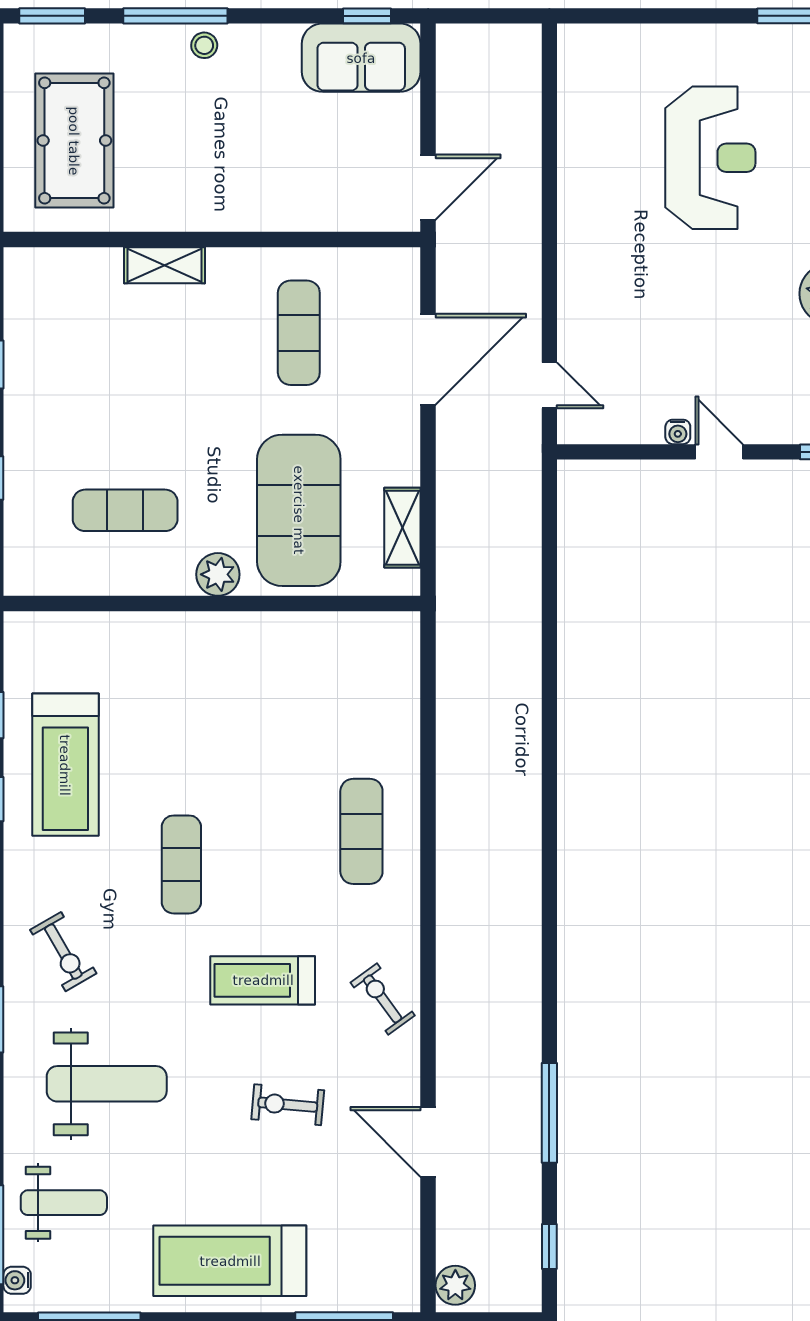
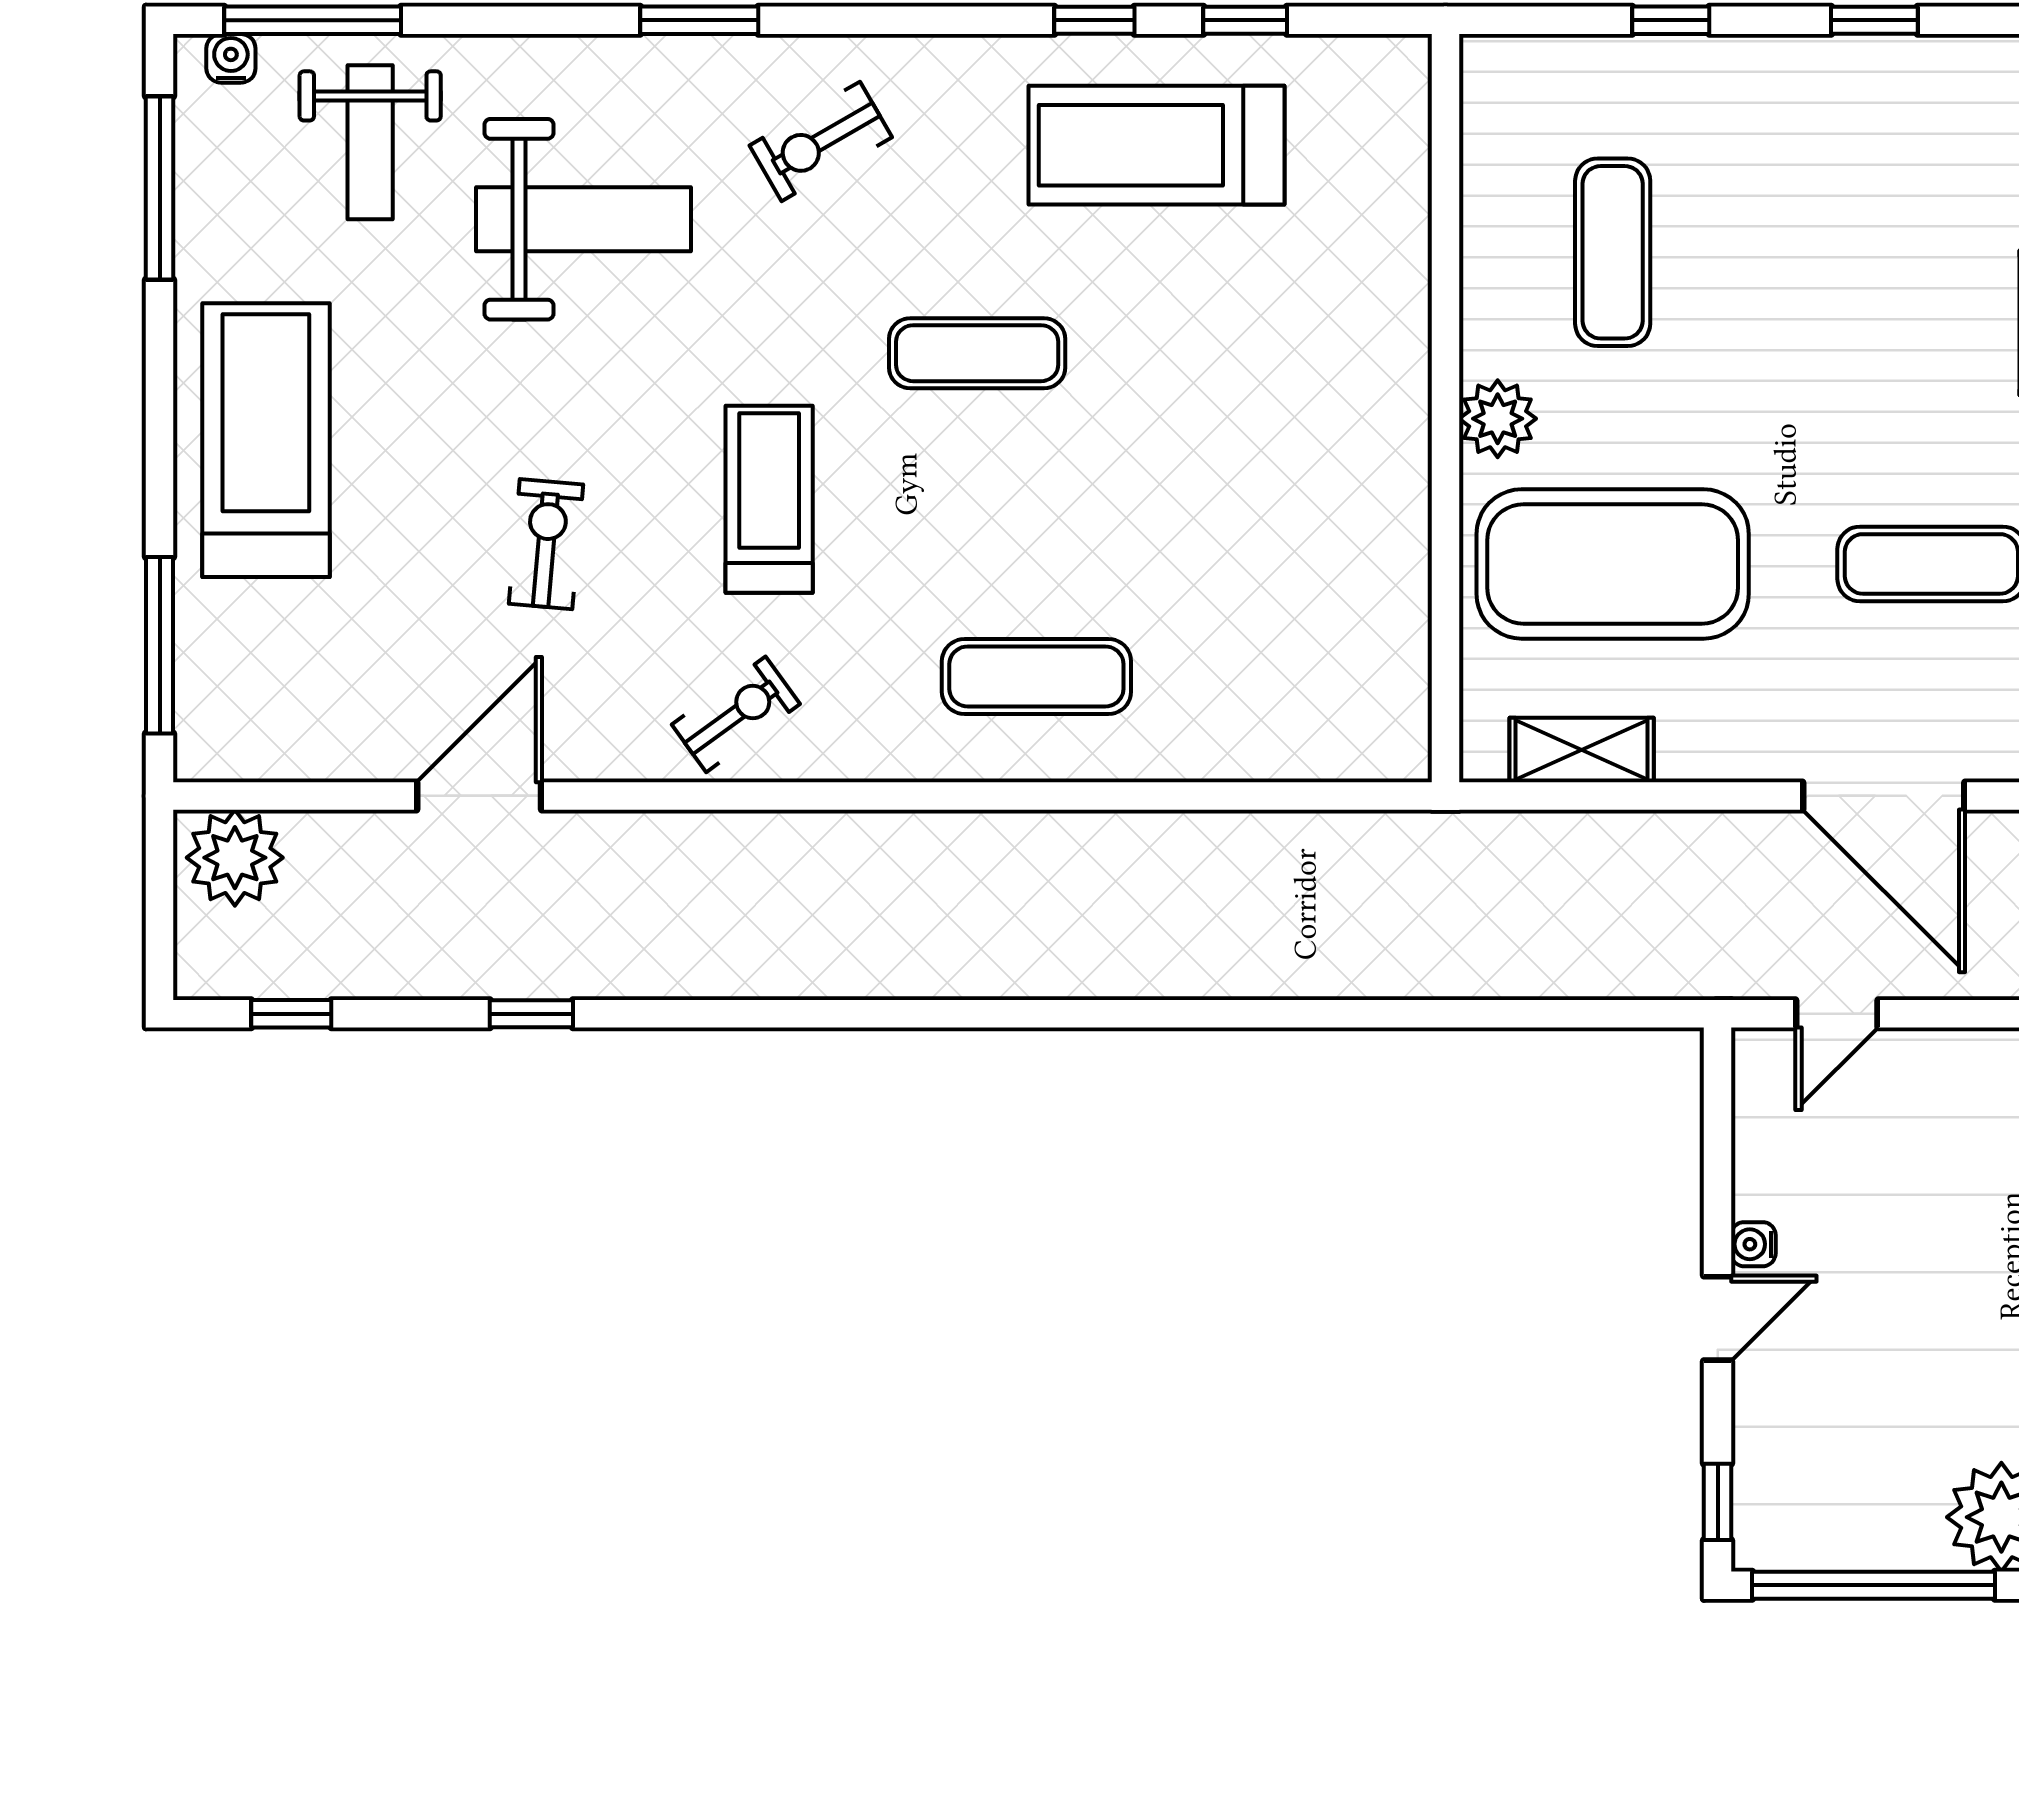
weight bench: (107, 1084) -> (583, 219), turned -90
window: (549, 1113) -> (531, 1014), width x0.46
plant: (455, 1285) -> (235, 858), width x1.36, depth x1.36

